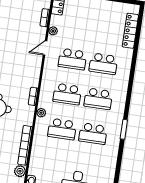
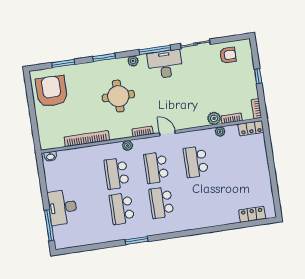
locker: (130, 31) -> (252, 214), width x0.66
door: (45, 48) -> (167, 133), moved
school desk: (103, 64) -> (201, 197), removed
plant: (20, 171) -> (214, 118), moved

